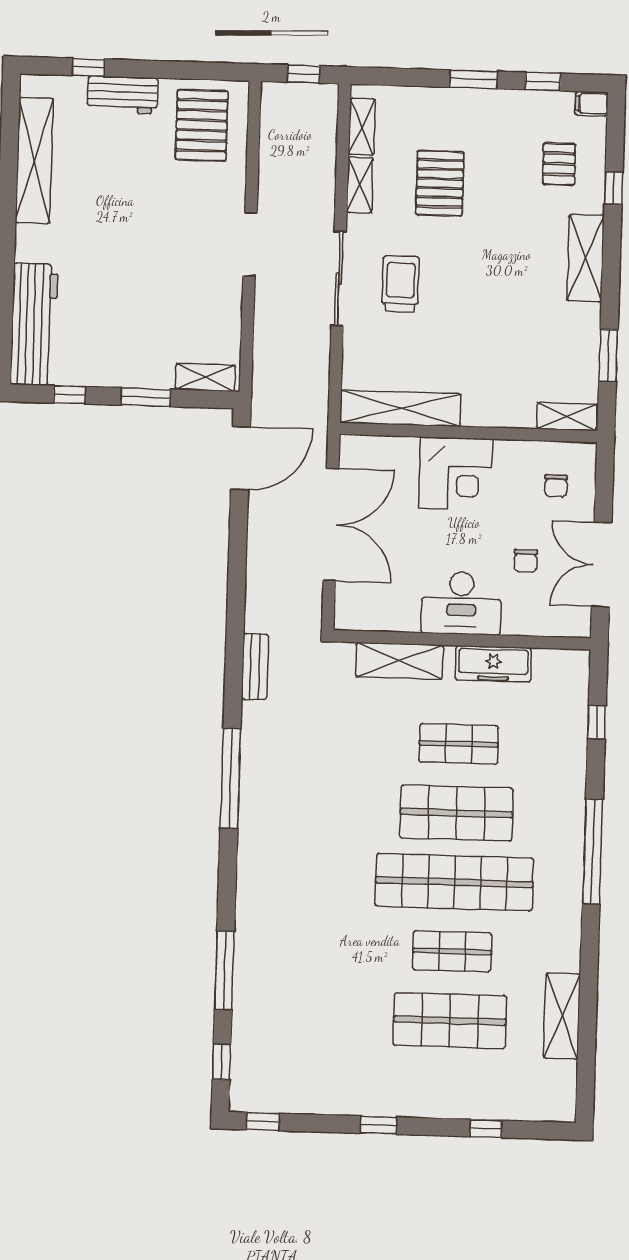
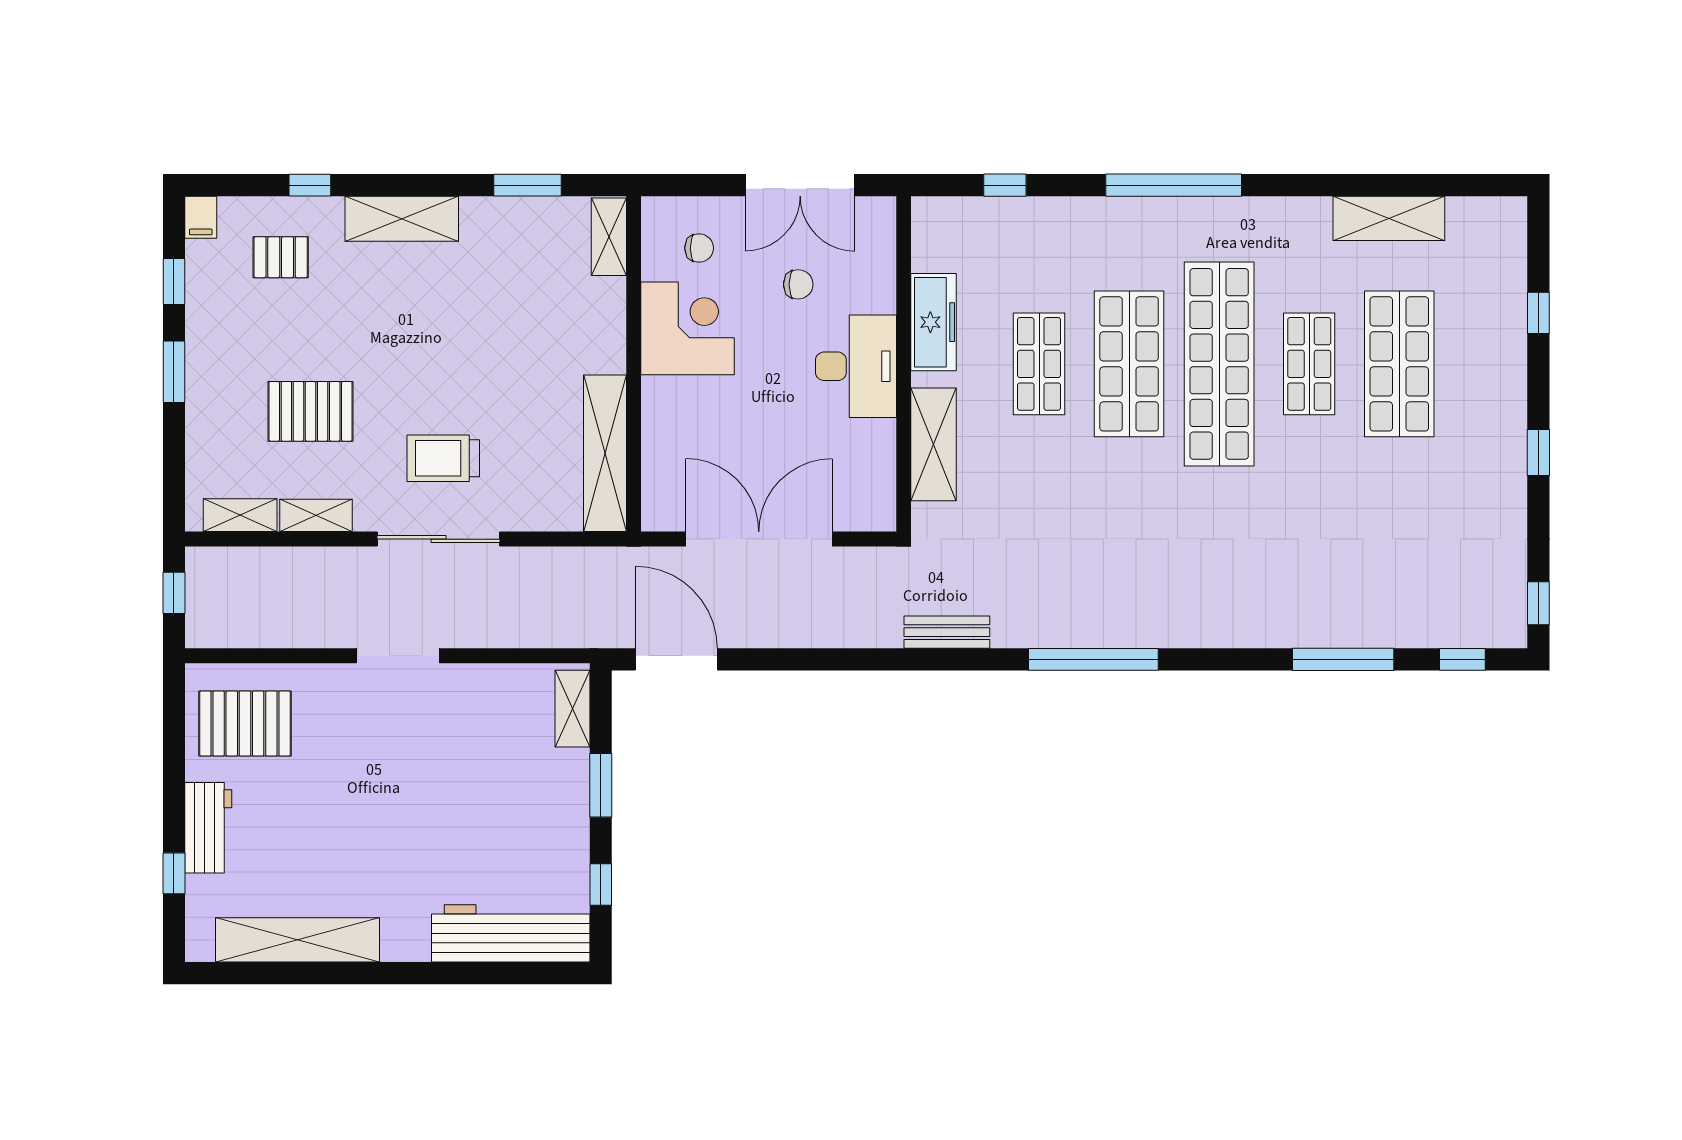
corner desk: (456, 474) -> (688, 328), moved

